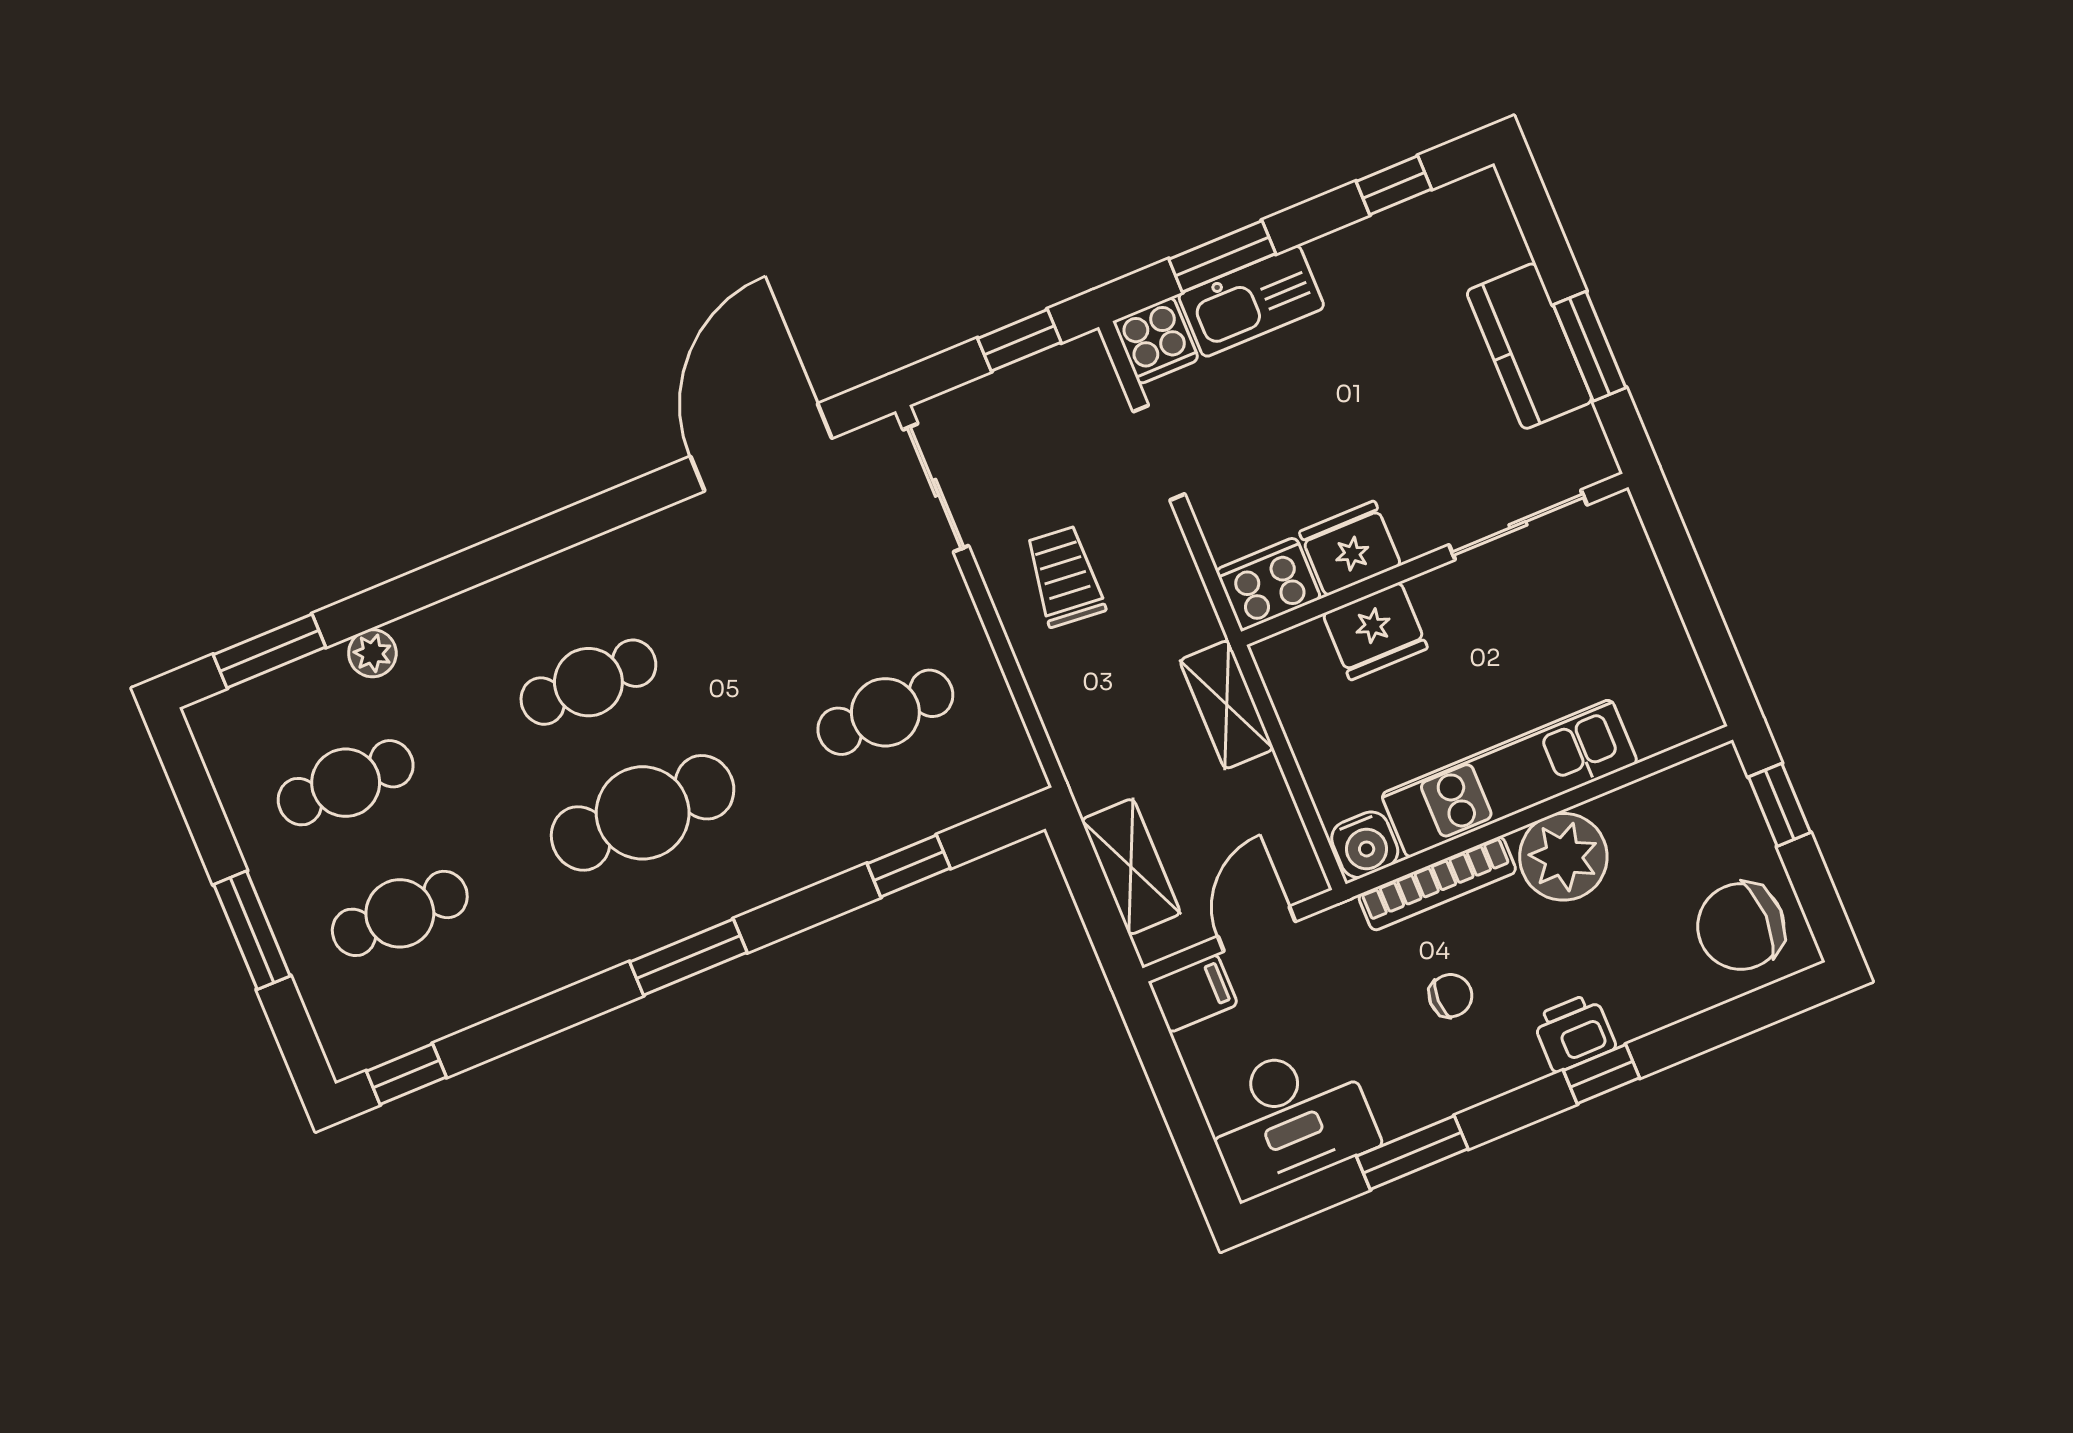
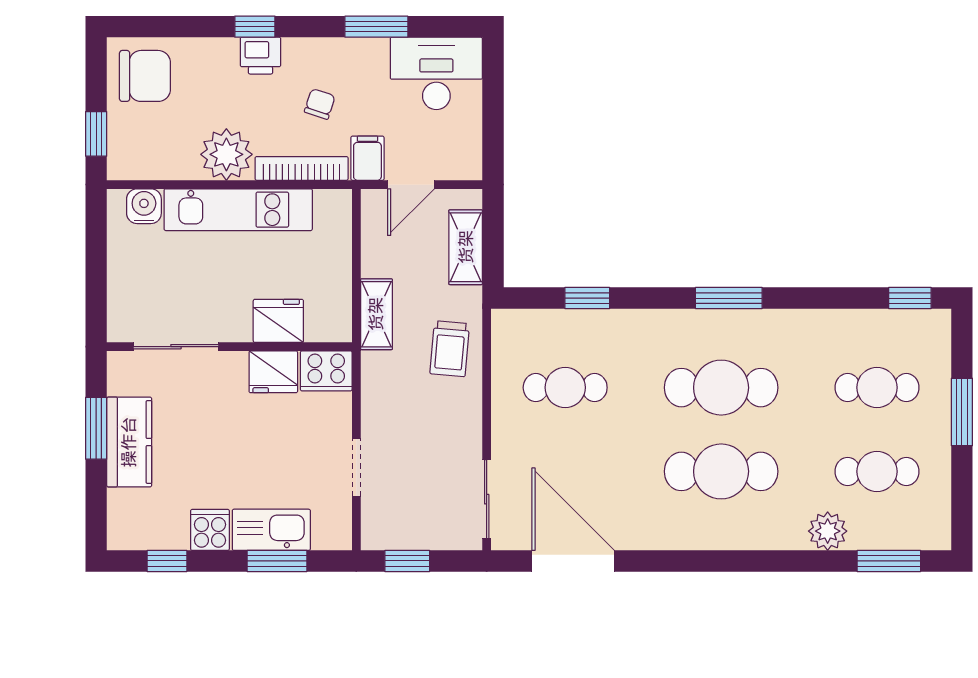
cooker: (1156, 341) -> (210, 530), moved
door: (761, 447) -> (573, 561), swing flipped
trolley: (1065, 576) -> (450, 349), moved
plant: (372, 653) -> (828, 531), width x1.38, depth x1.38
cafe table: (588, 682) -> (721, 471), width x1.37, depth x1.35
water cooler: (1365, 845) -> (144, 206), moved
filing cabinet: (1193, 993) -> (367, 158), moved, turned 90
chair: (1451, 996) -> (320, 104), turned 108

